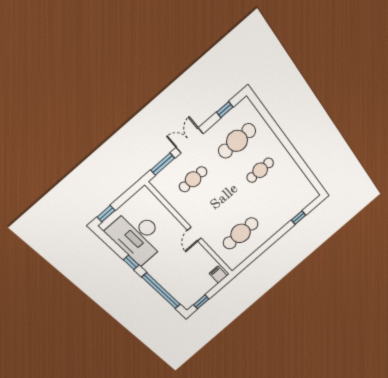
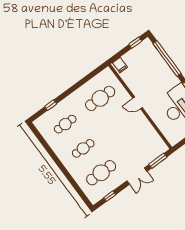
cafe table: (193, 179) -> (65, 124), moved
door: (194, 234) -> (138, 103), swing flipped

